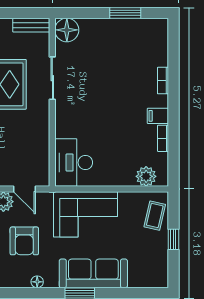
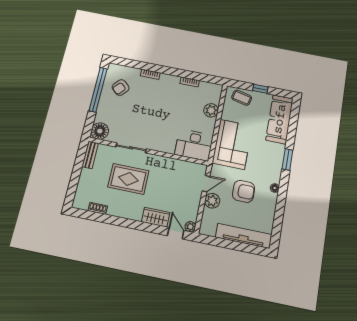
window: (125, 13) -> (98, 90), width x2.11
armchair: (135, 43) -> (121, 88), added
filing cabinet: (158, 116) -> (174, 82), removed
plant: (146, 176) -> (211, 110), moved
sofa: (93, 273) -> (280, 119), moved

